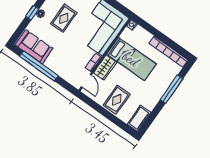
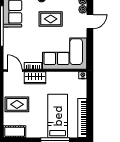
bed: (131, 59) -> (58, 116), moved, turned 180
door: (86, 81) -> (15, 70), swing flipped

